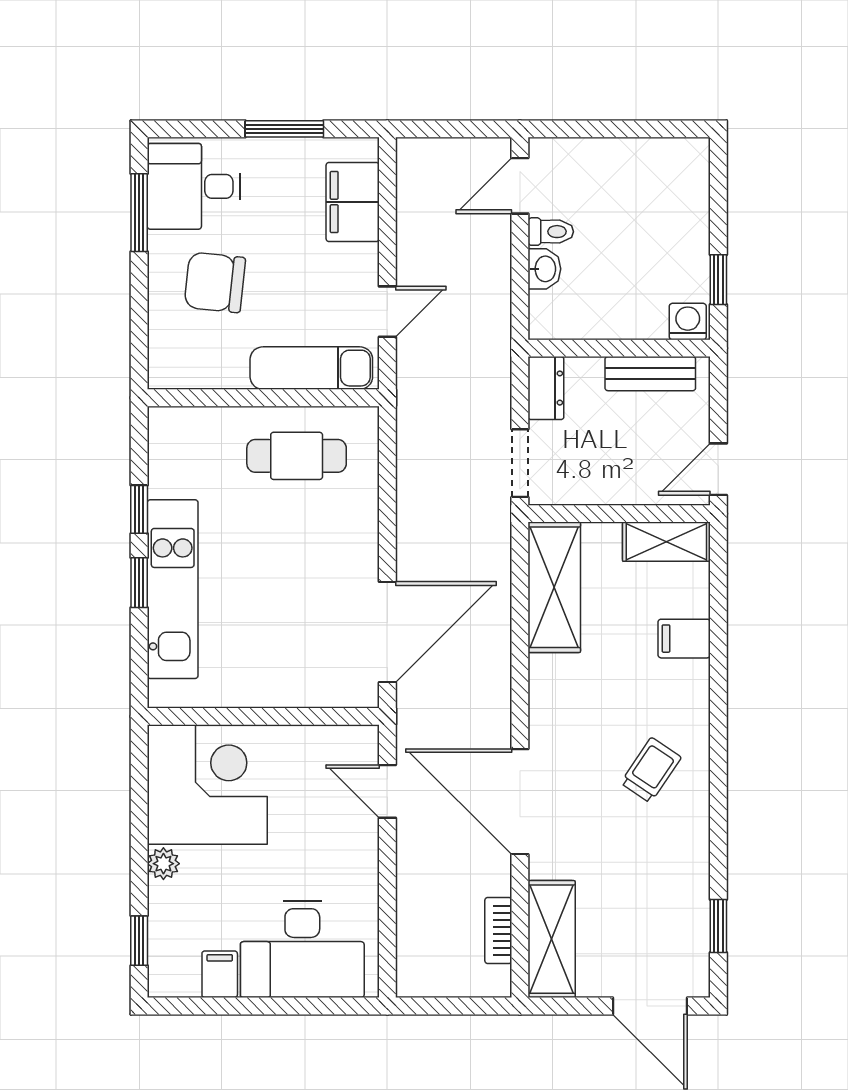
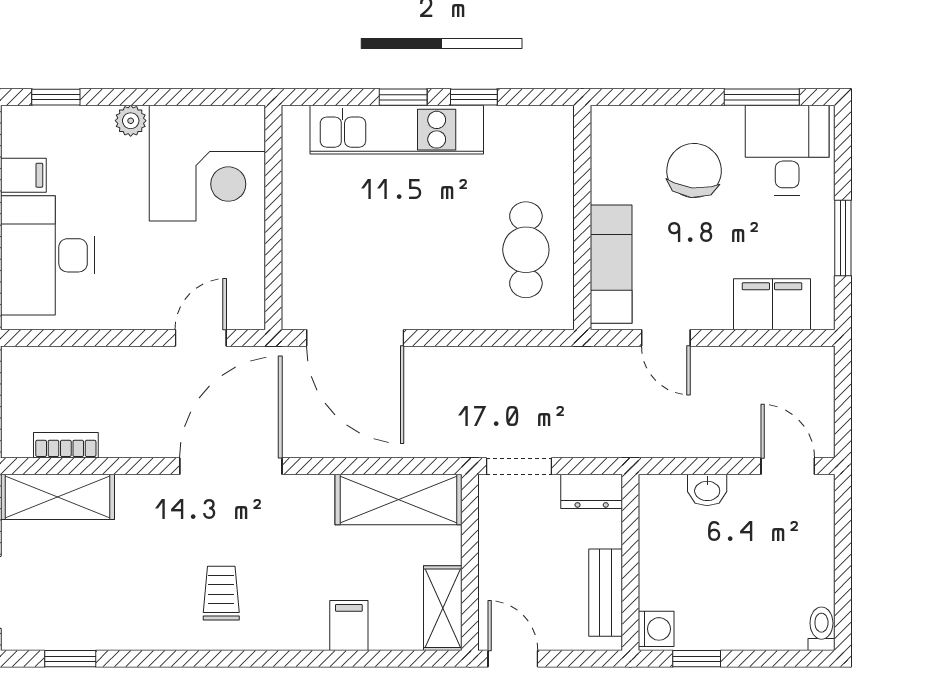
toilet: (551, 232) -> (821, 629), moved, turned 180
trolley: (651, 770) -> (221, 593), turned -124
door: (520, 802) -> (231, 466), moved

